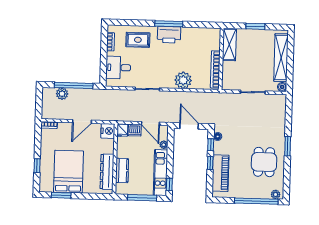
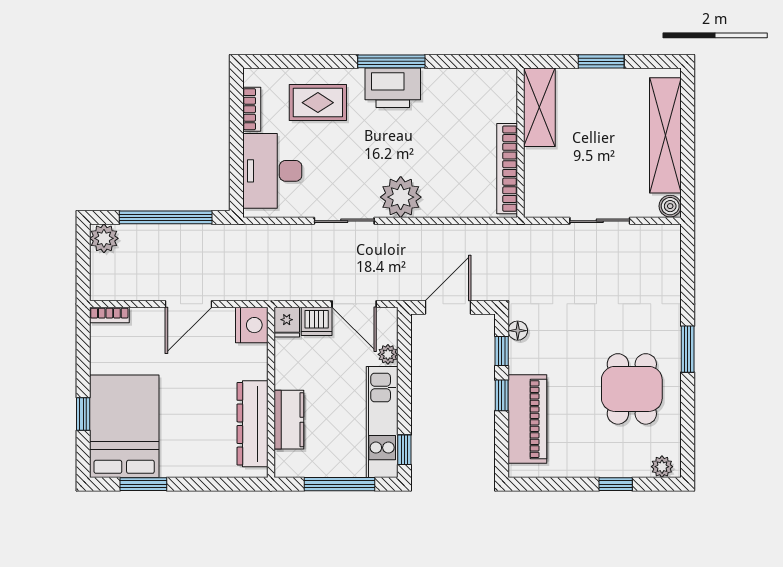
desk: (118, 68) -> (272, 171), width x1.37
plant: (183, 80) -> (401, 197), moved
plant: (62, 94) -> (104, 238), moved
door: (189, 126) -> (448, 307), hinge flipped
bed: (68, 172) -> (124, 426), moved
window: (256, 201) -> (616, 484), width x0.32

